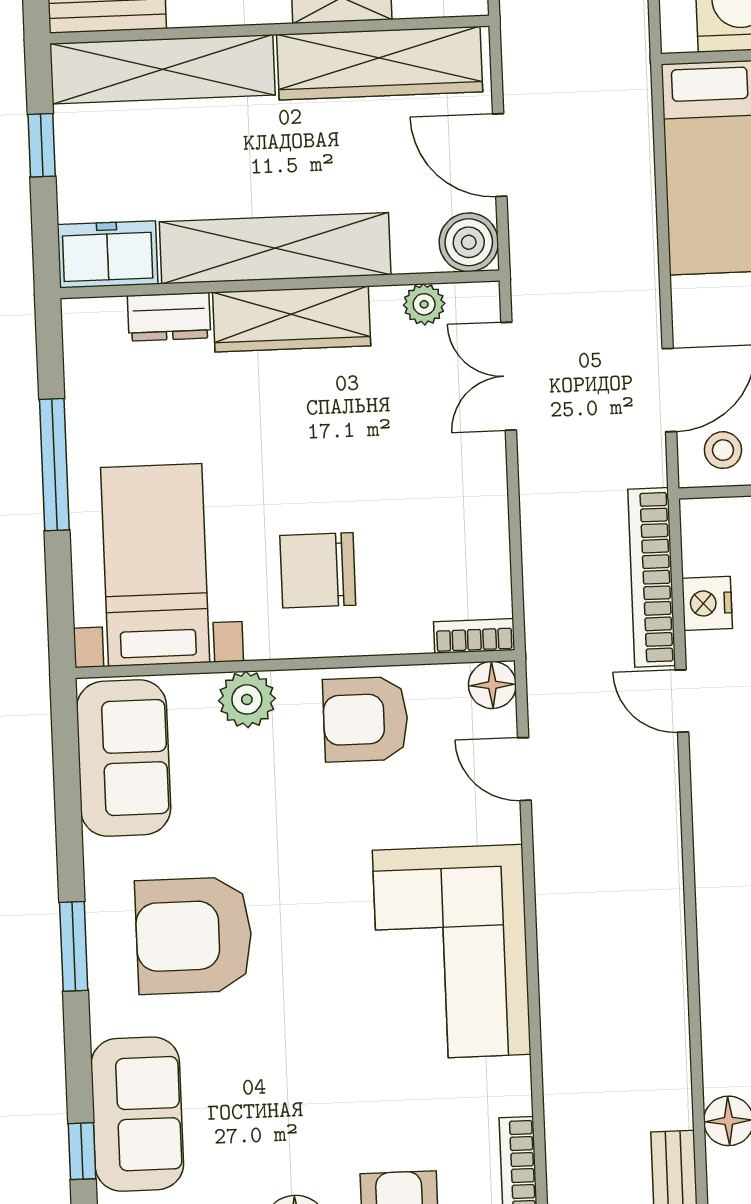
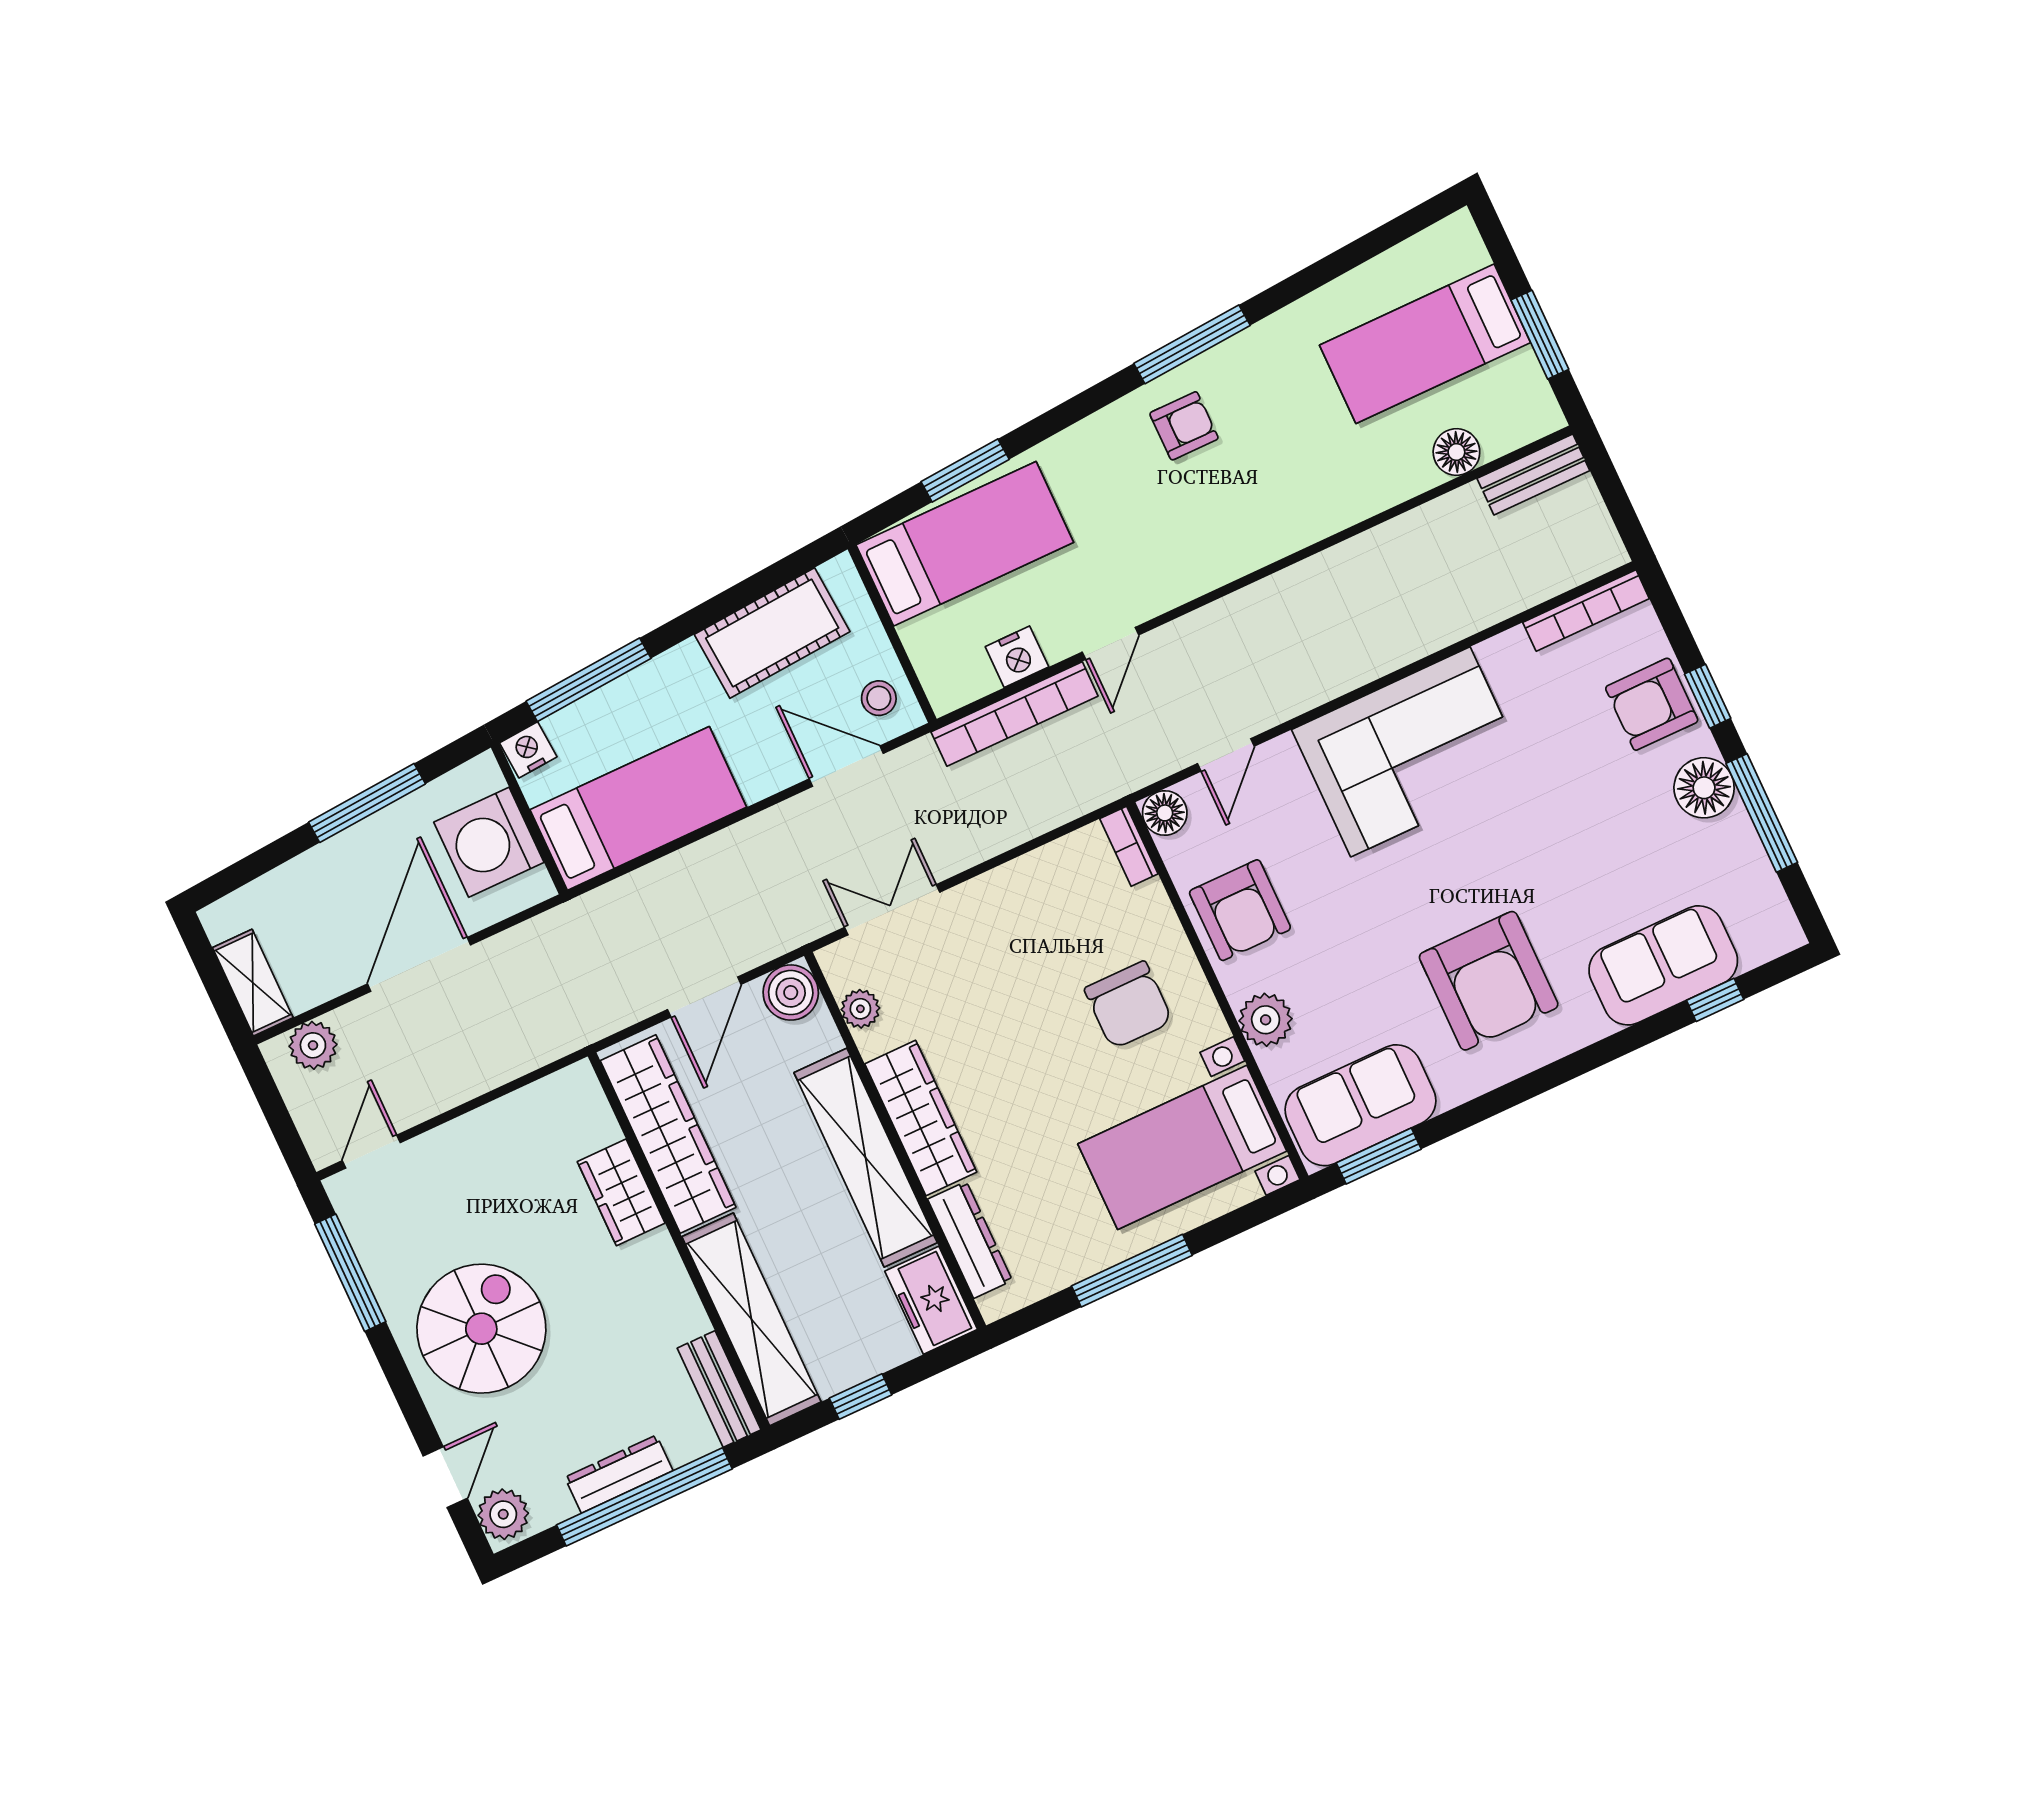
dresser: (169, 317) -> (970, 1240), width x1.44
double door: (509, 376) -> (892, 910), swing flipped
window: (74, 946) -> (1379, 1156), moved

